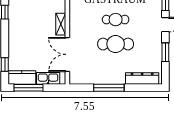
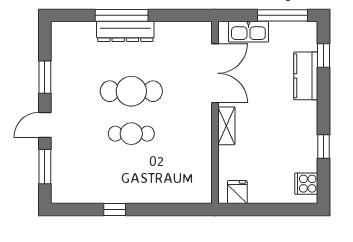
kitchen counter: (22, 78) -> (306, 76), moved, turned 90
dresser: (142, 79) -> (125, 31), moved
window: (109, 88) -> (122, 15), moved

